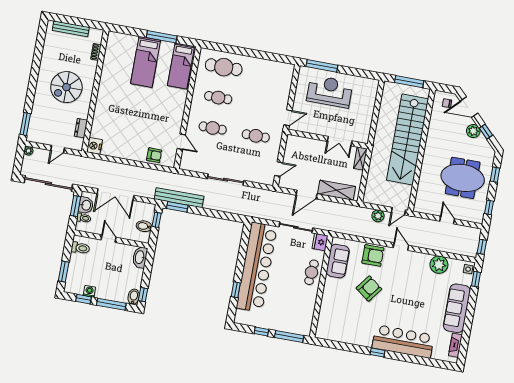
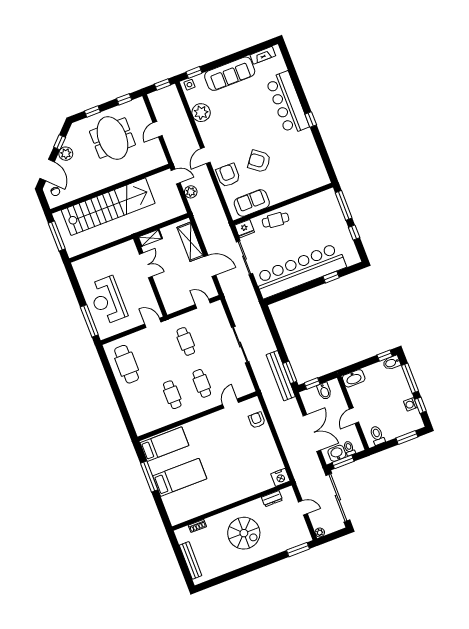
cafe table: (224, 67) -> (127, 364), moved

